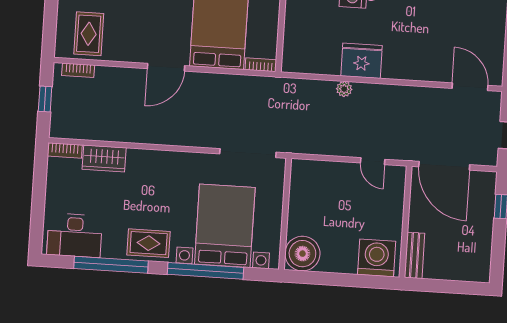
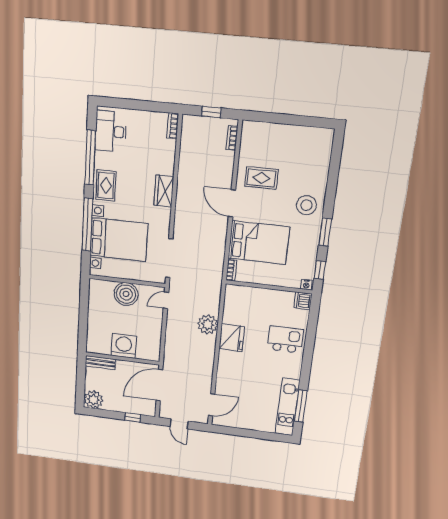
rug: (89, 34) -> (261, 178), moved
plant: (344, 89) -> (208, 324), width x1.87, depth x1.87
wardrobe: (104, 158) -> (164, 191), moved
door: (373, 161) -> (166, 300), moved
boiler: (302, 254) -> (126, 294), moved
washing machine: (377, 258) -> (124, 346), moved, turned -90
plant: (476, 267) -> (93, 400), added

